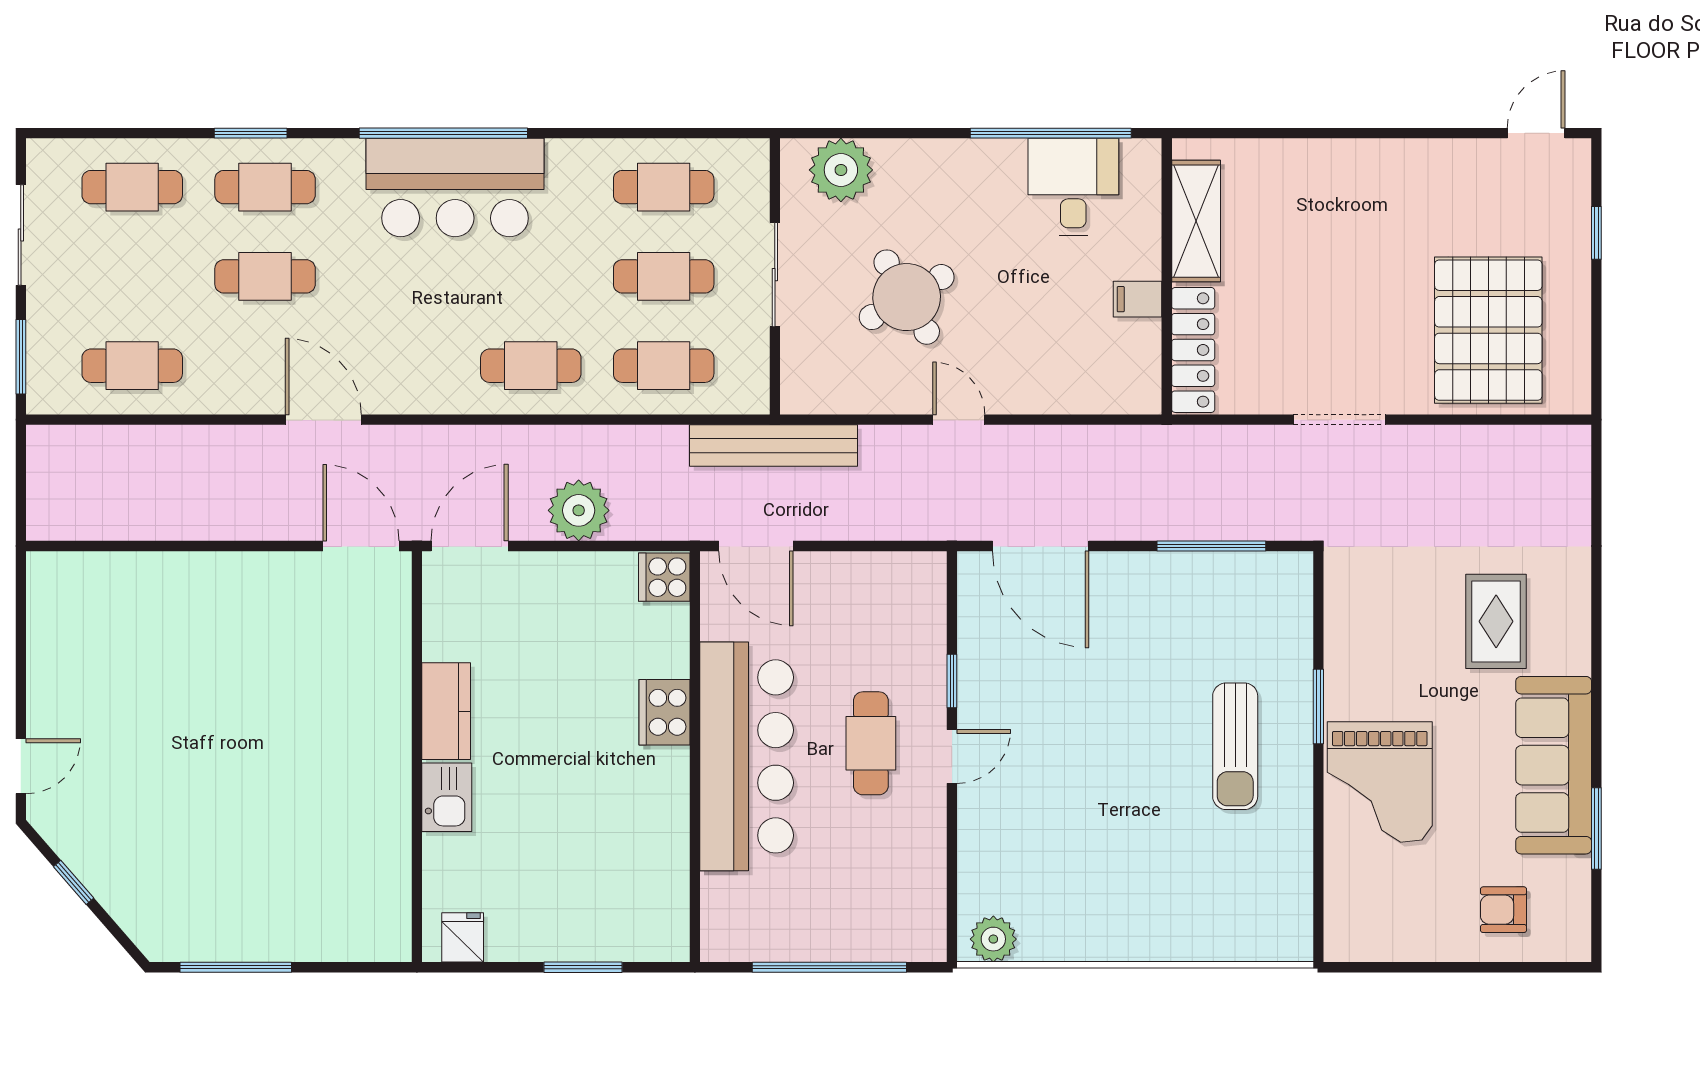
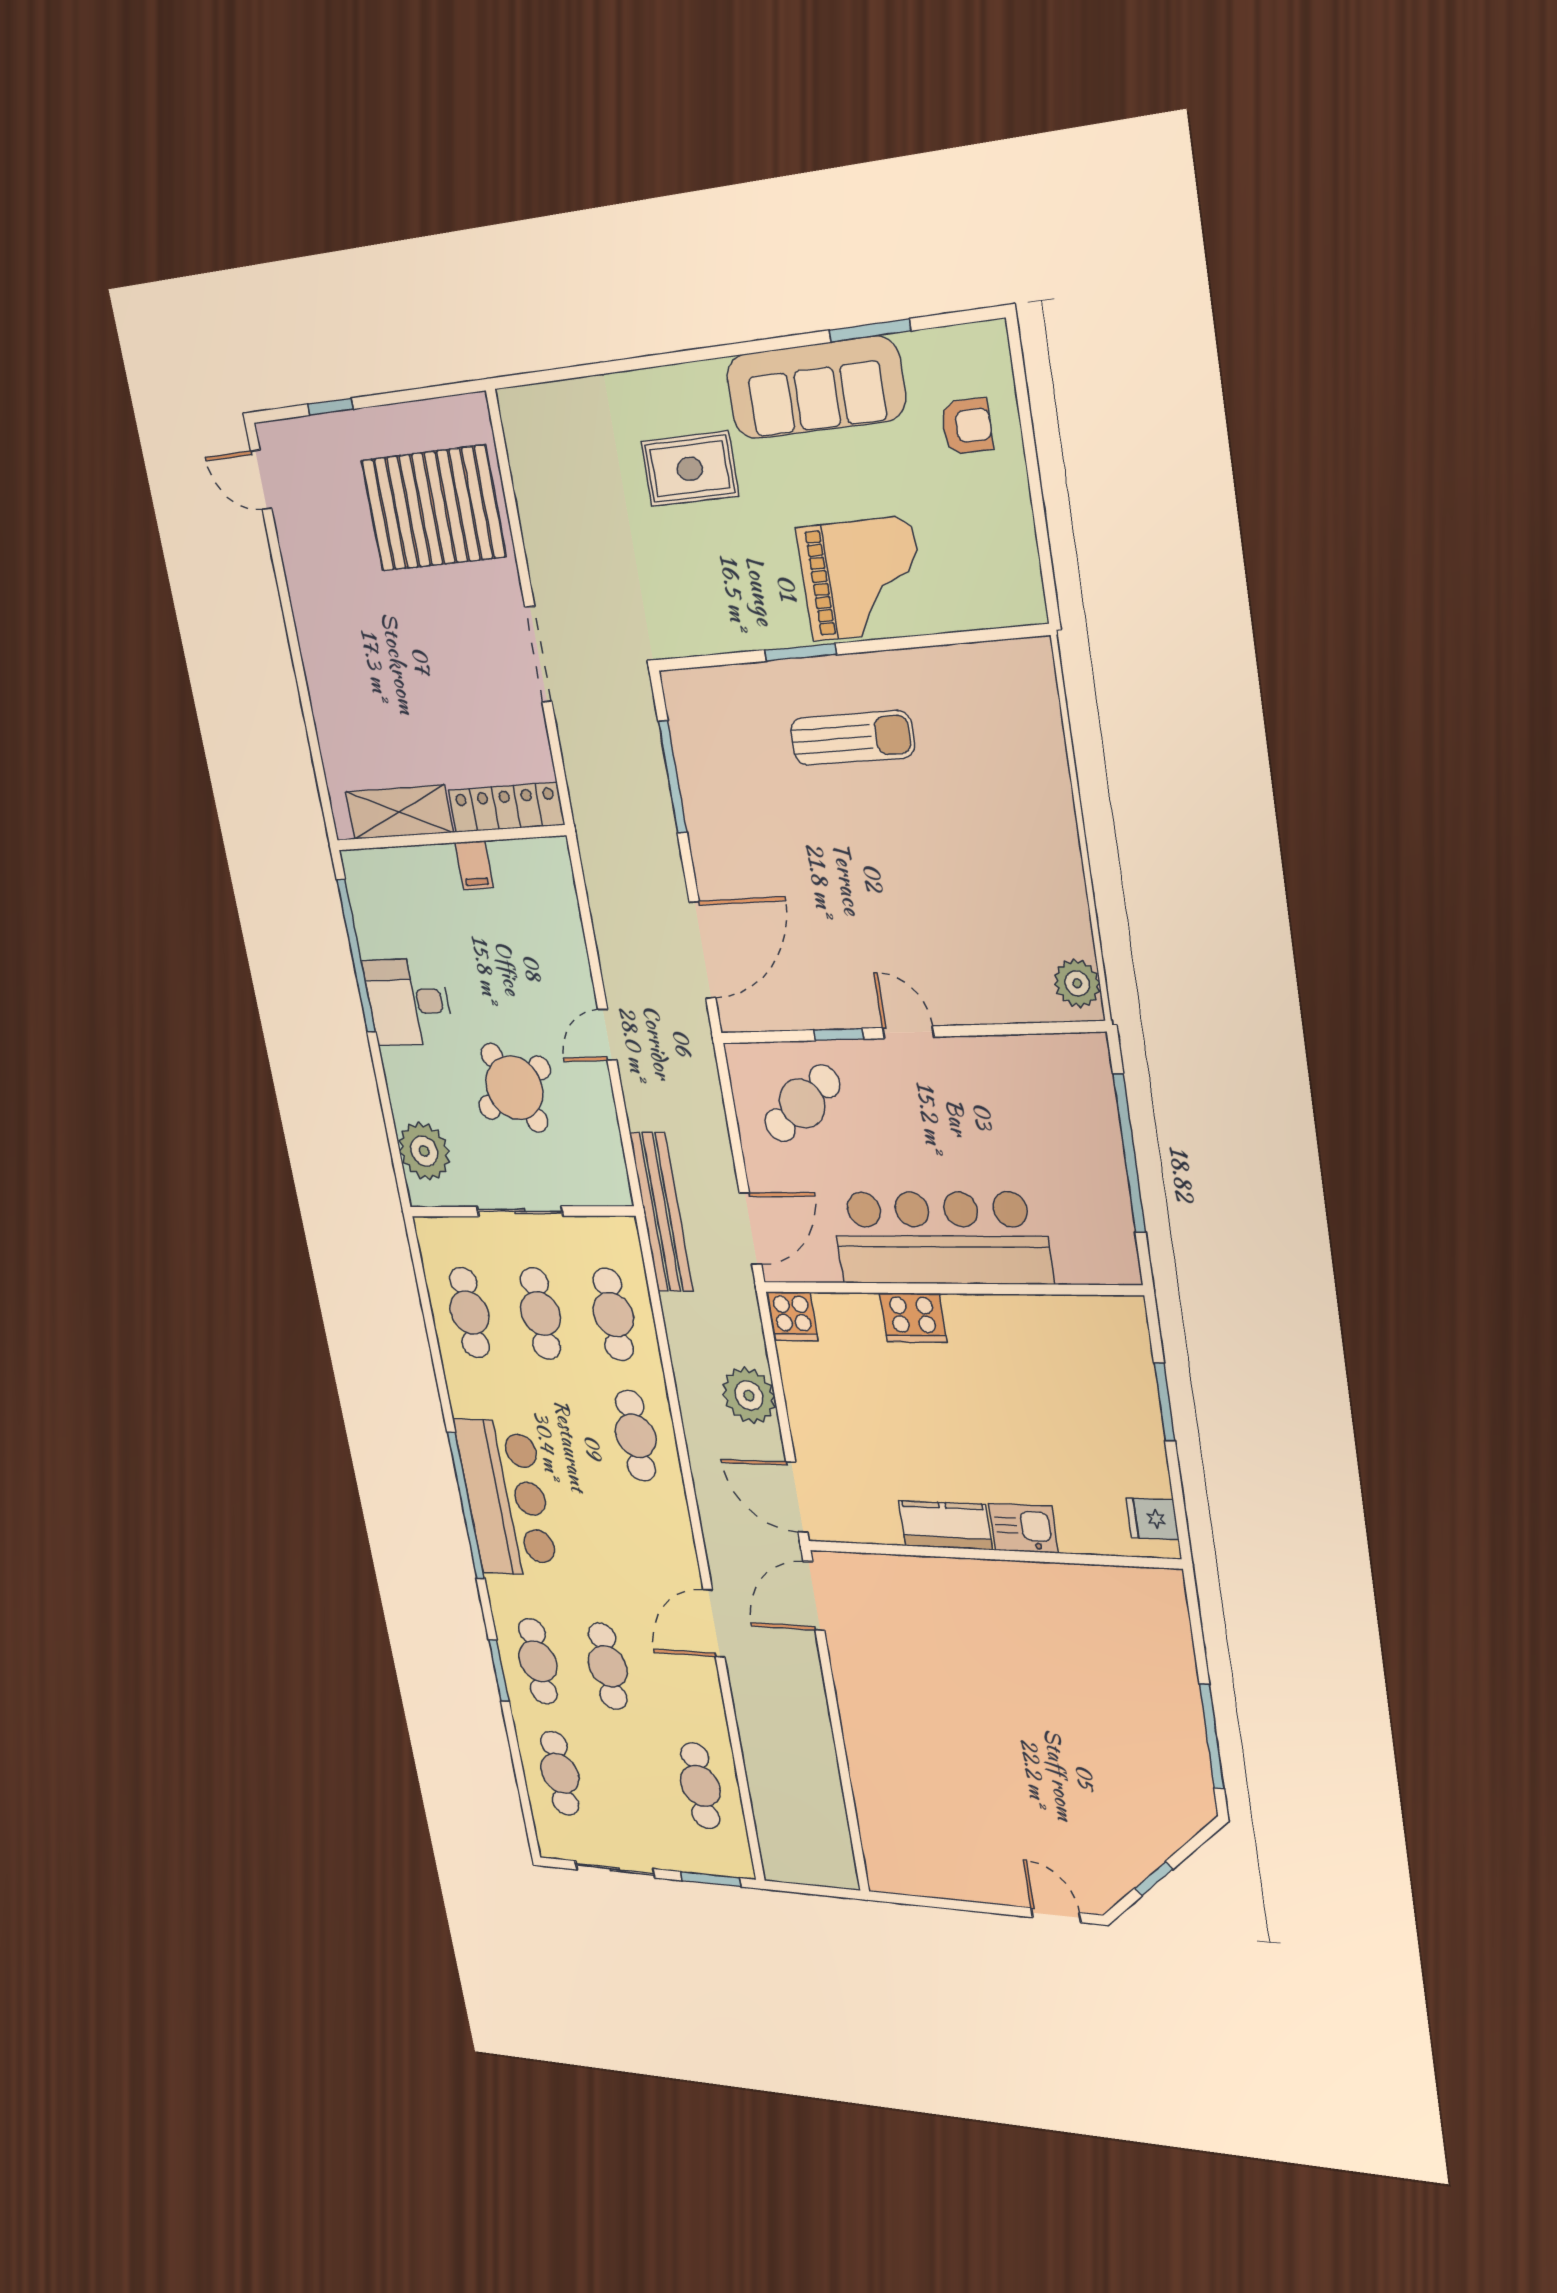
desk: (1073, 187) -> (408, 1002), moved
cafe table: (871, 743) -> (802, 1103), moved, turned -37
armchair: (1504, 910) -> (967, 426), turned -90

